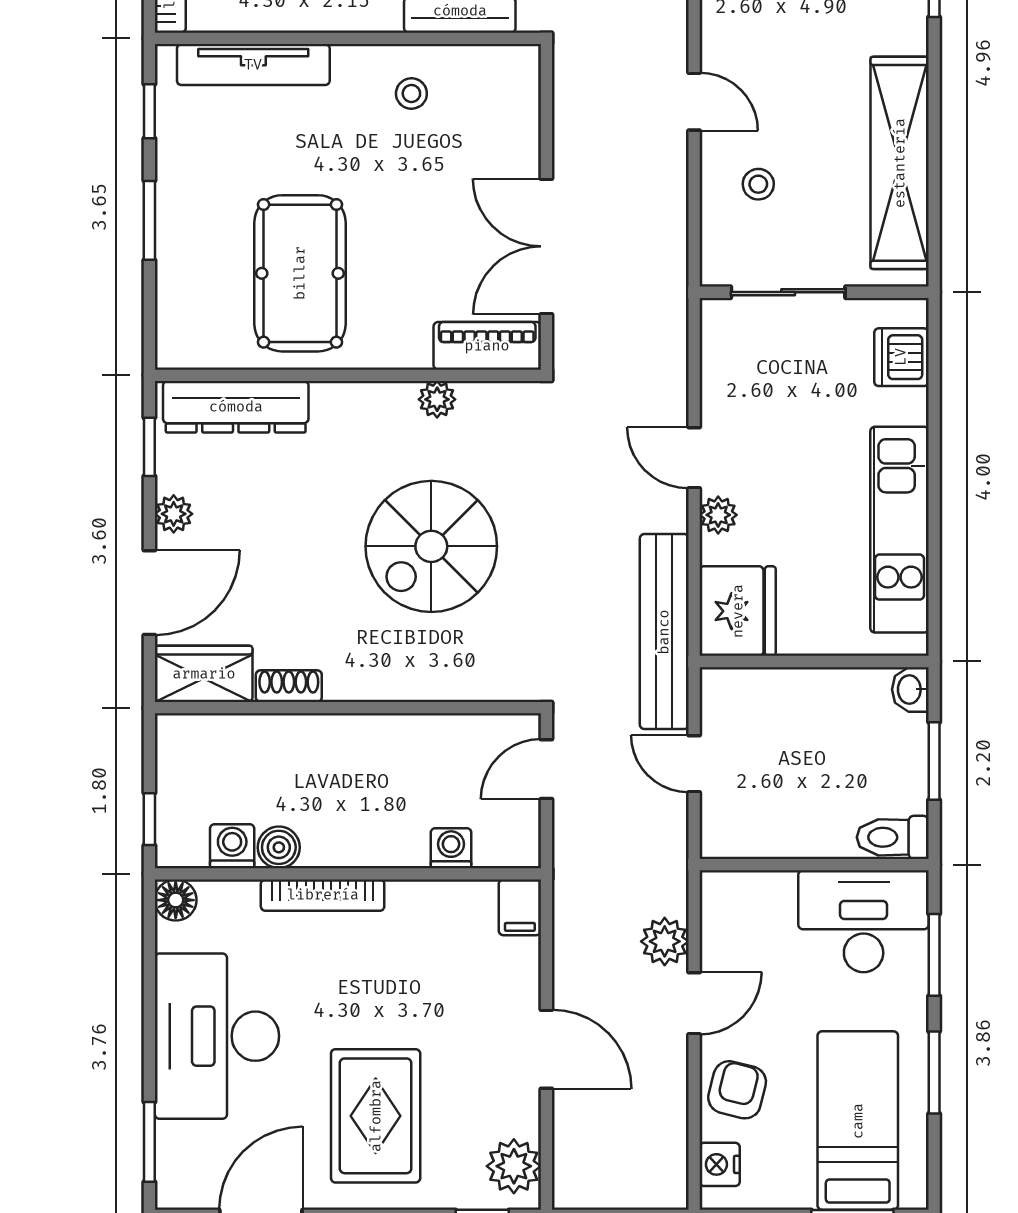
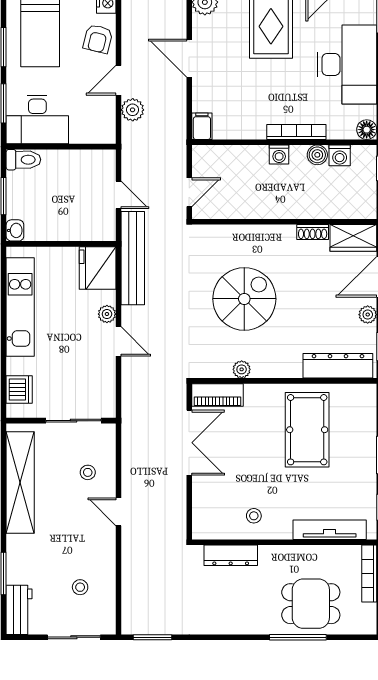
washing machine: (451, 848) -> (279, 154), moved

